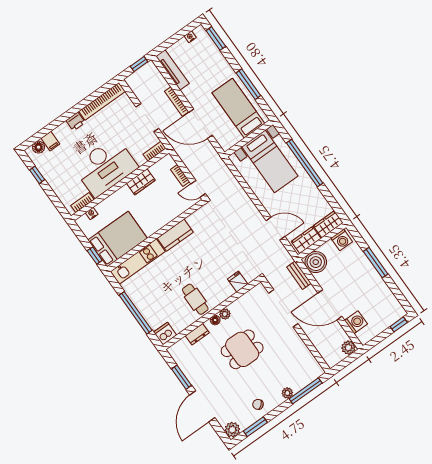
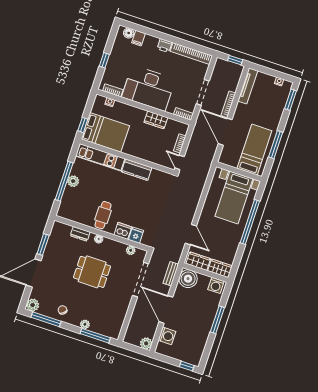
window: (37, 175) -> (104, 60), moved
plant: (142, 304) -> (73, 181), added
plant: (225, 314) -> (131, 250), moved
dishwasher: (165, 334) -> (123, 231), moved
window: (255, 427) -> (46, 319), width x1.44

